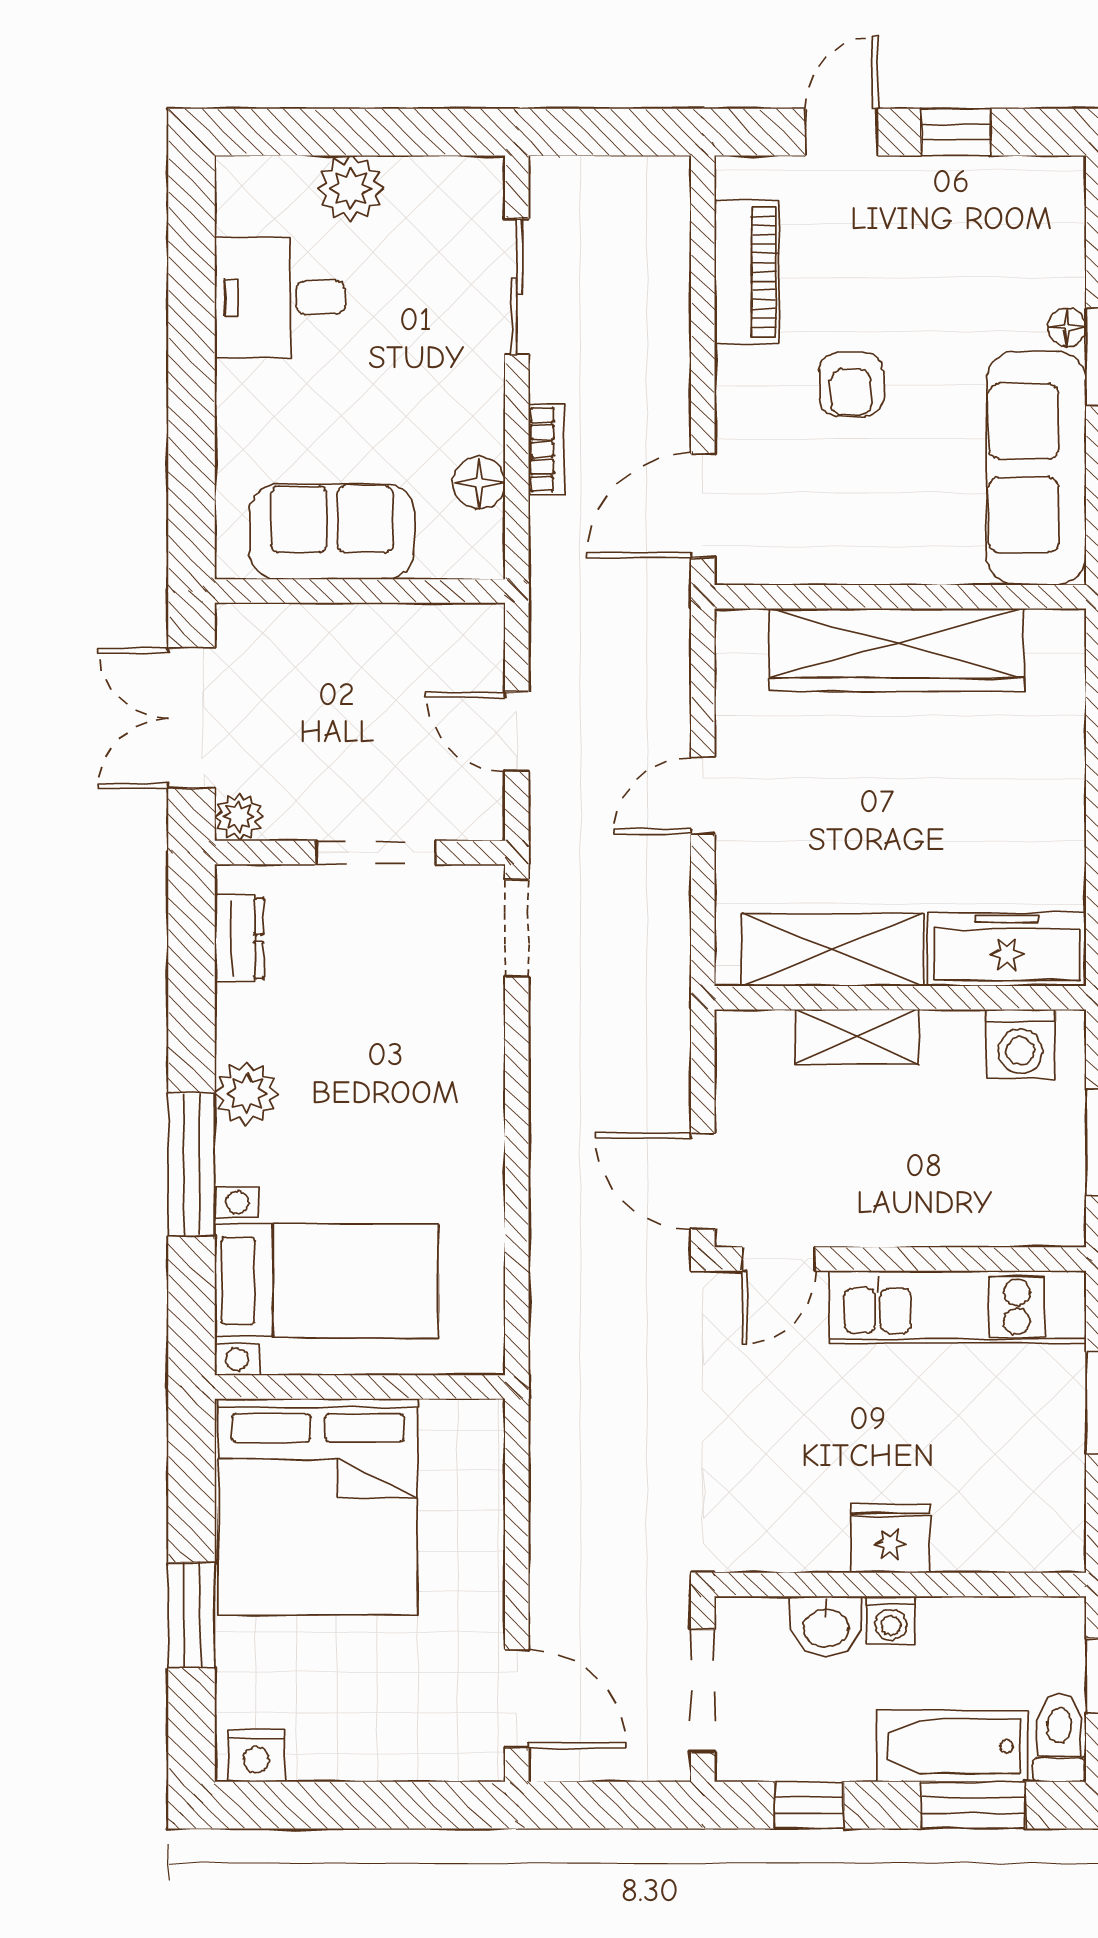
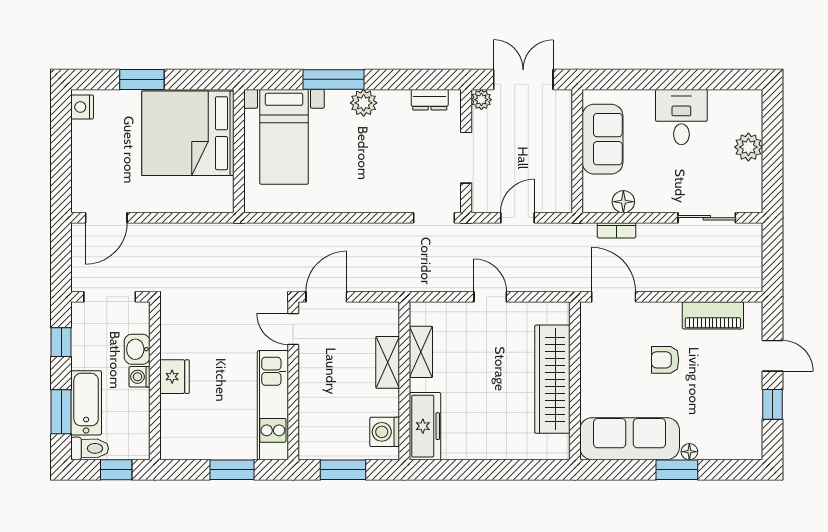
desk: (280, 297) -> (681, 117), moved
bookcase: (546, 450) -> (617, 230), moved
shelving: (832, 950) -> (421, 352), width x0.67, depth x0.75

